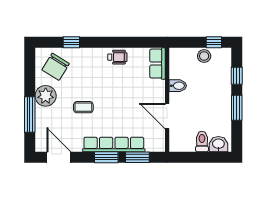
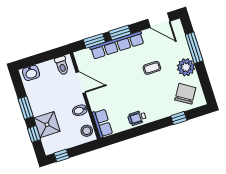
stool: (204, 56) -> (87, 131), moved
shower: (219, 81) -> (47, 125), added
toilet: (202, 141) -> (62, 66), moved

